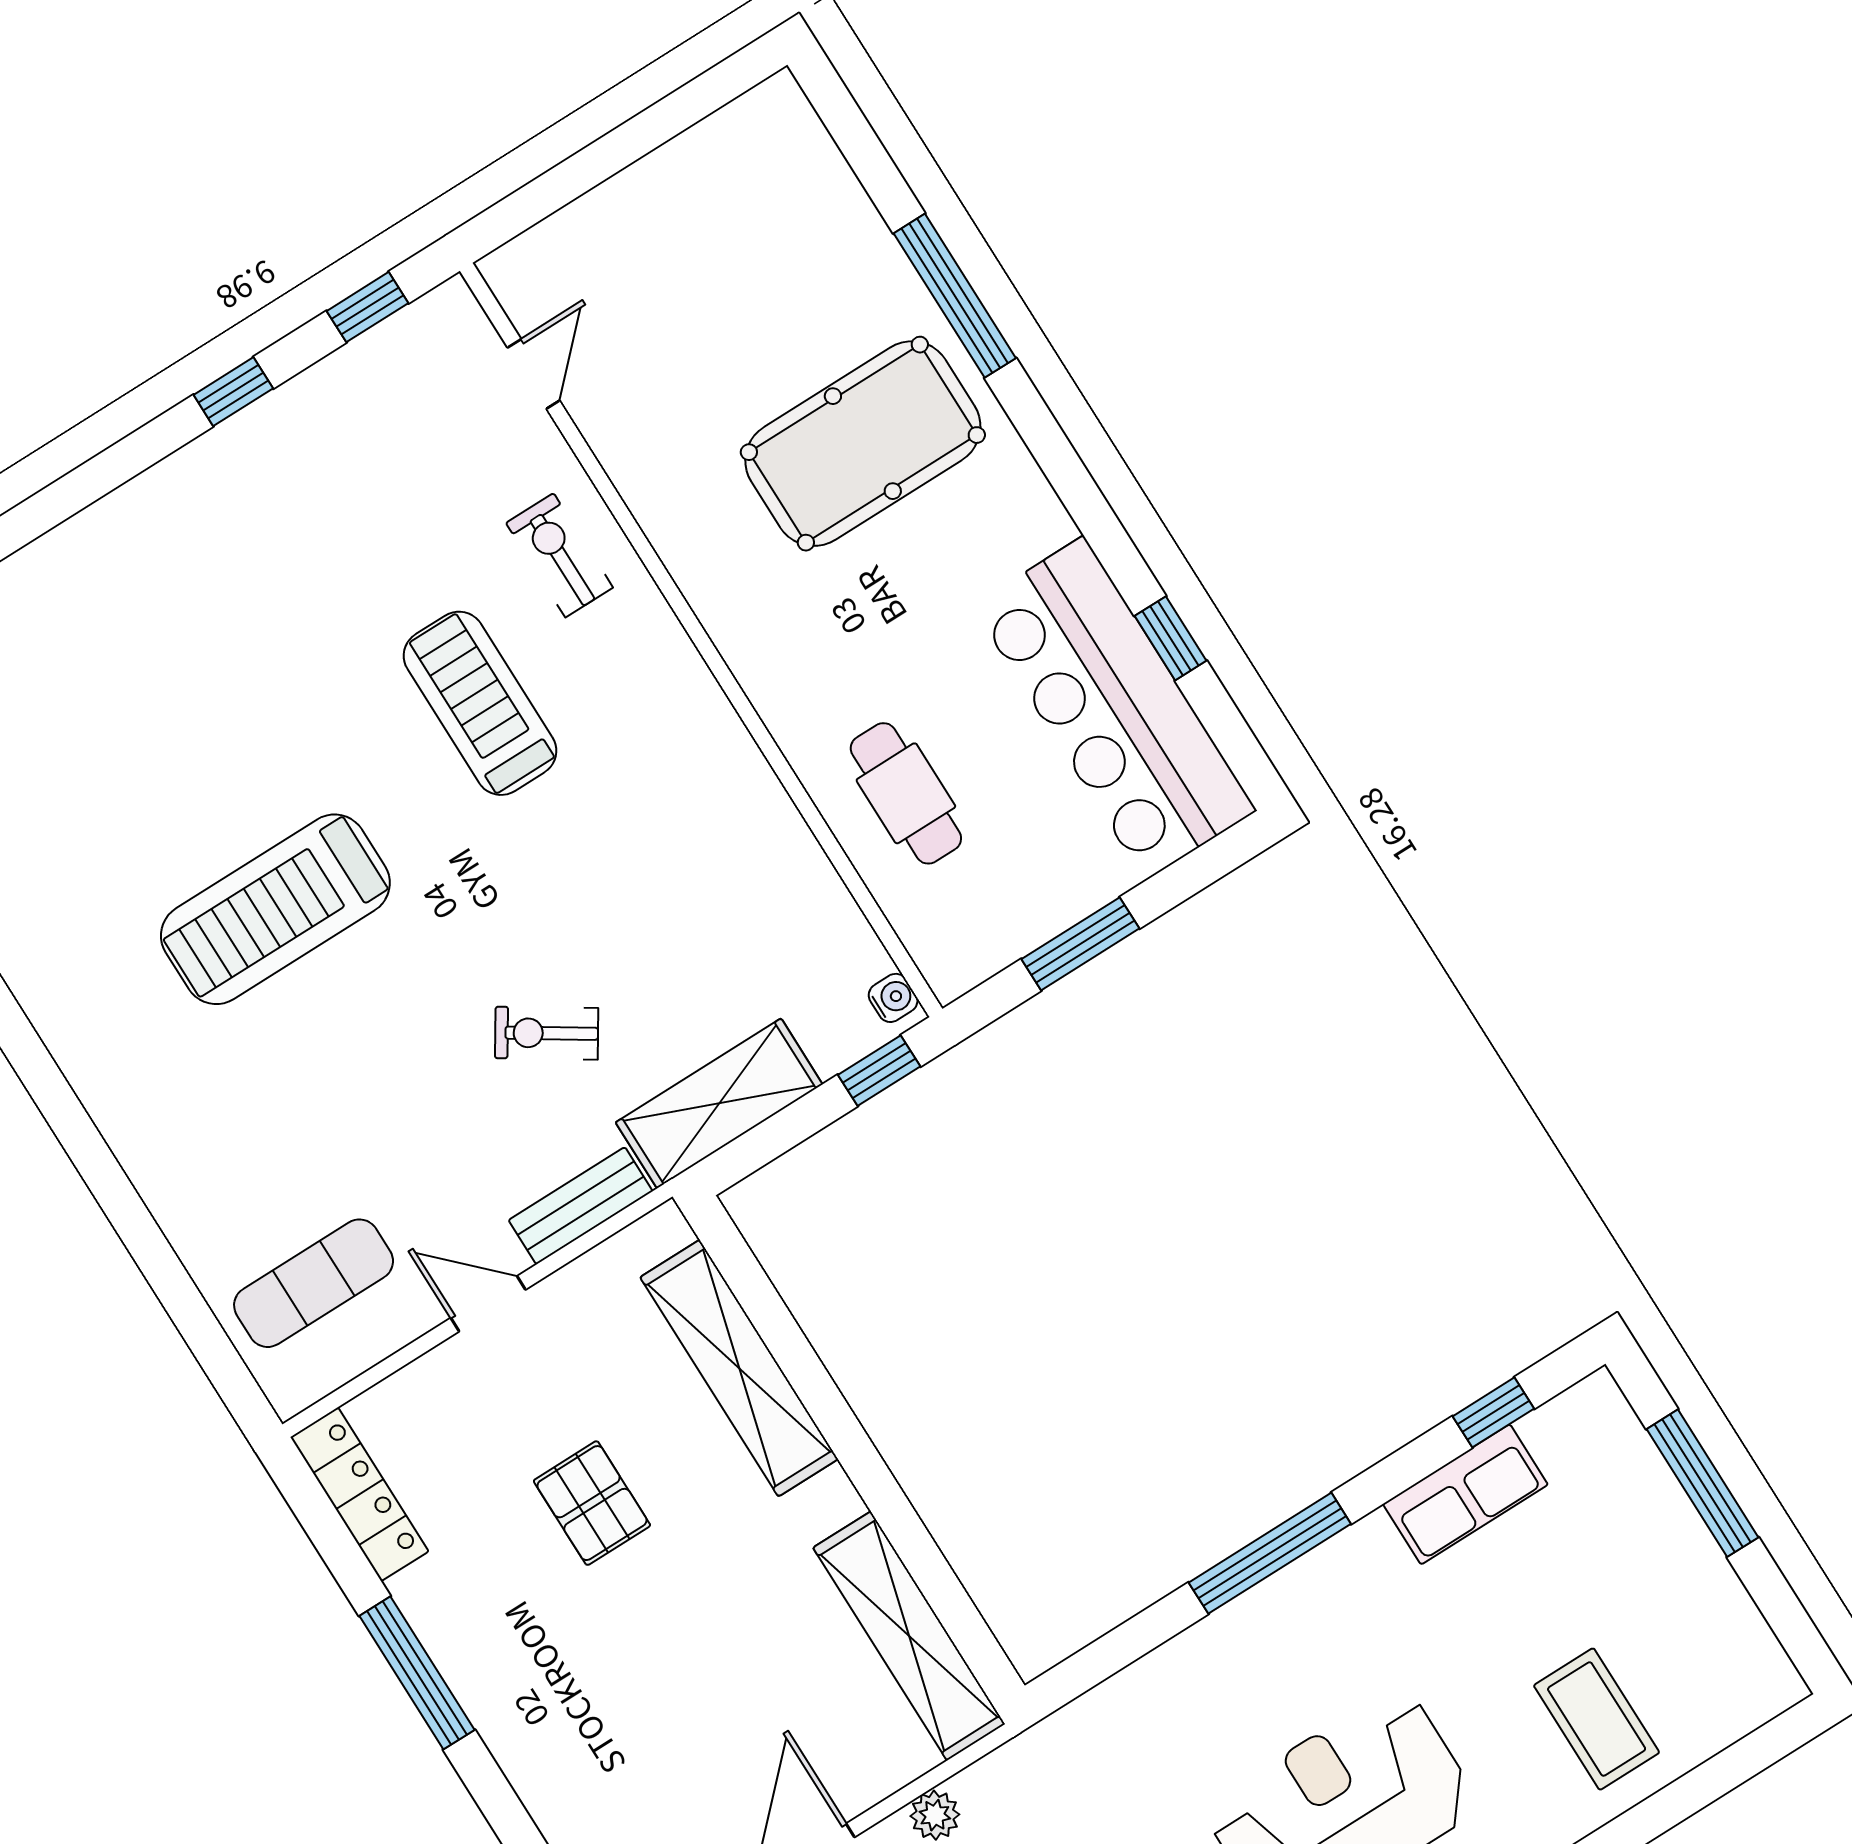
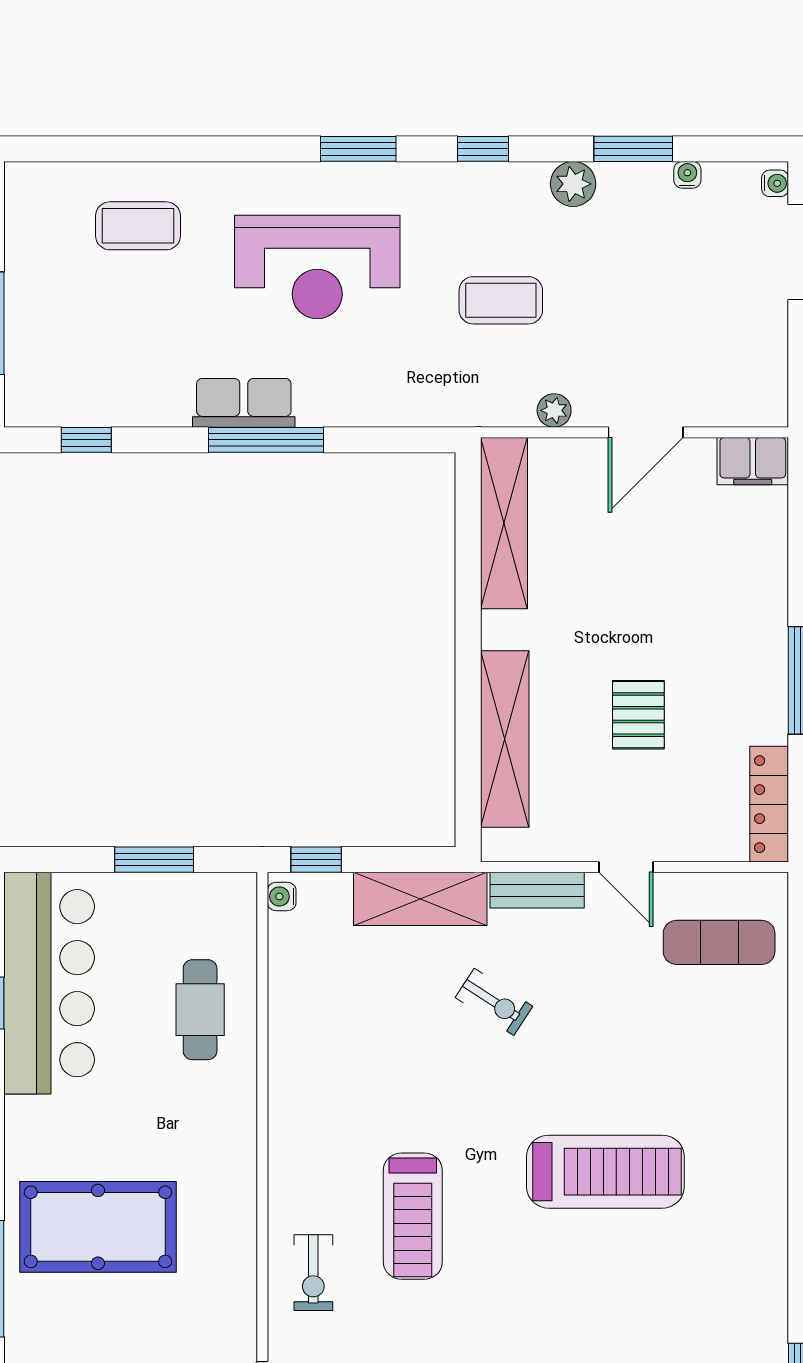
row of seats: (1465, 1494) -> (244, 403), moved
coffee table: (1597, 1719) -> (138, 226), turned 90

